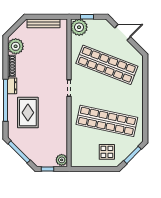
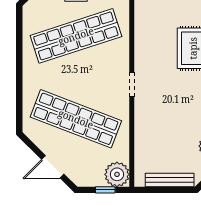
shop shelf: (107, 121) -> (76, 36), turned -30

